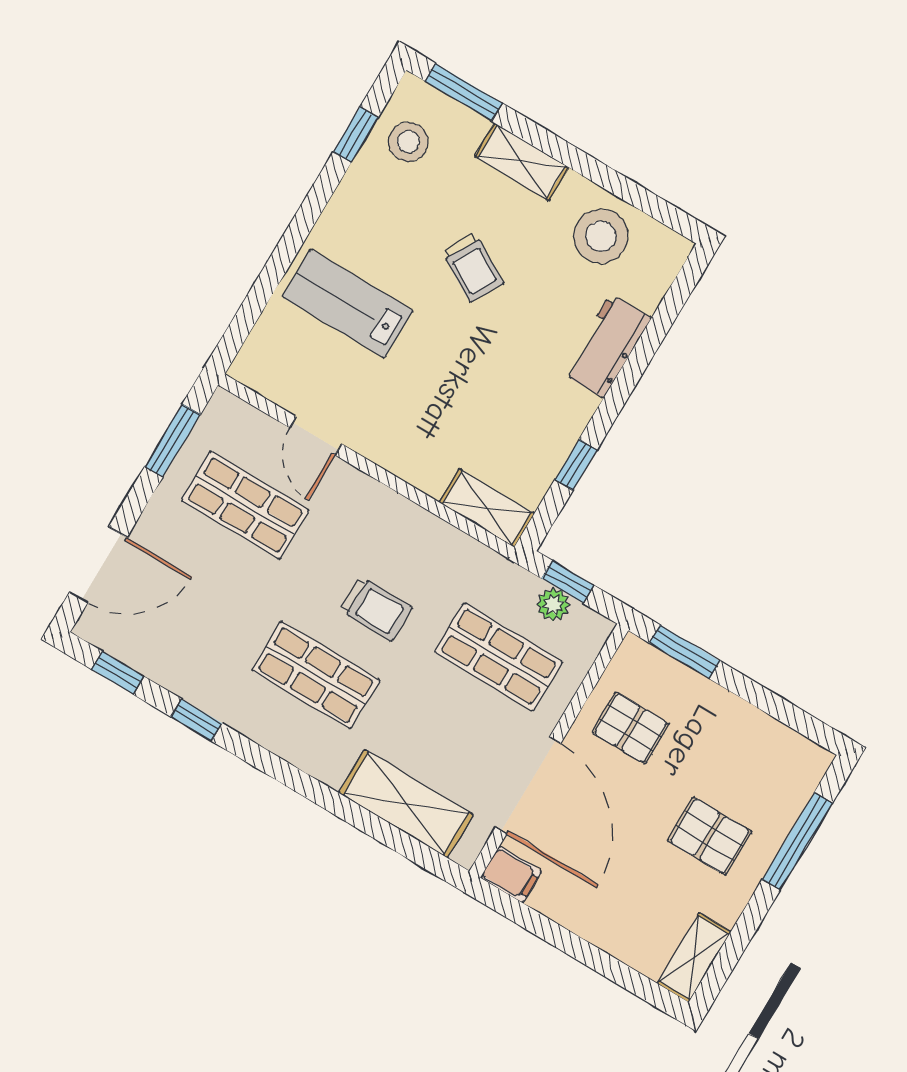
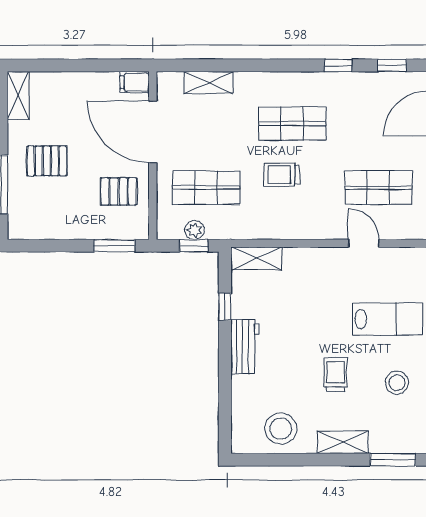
stool: (408, 142) -> (397, 383), moved
trolley: (473, 267) -> (336, 375), turned 60
workbench: (607, 346) -> (245, 347), moved
shelving: (406, 804) -> (208, 83), width x0.67, depth x0.75

